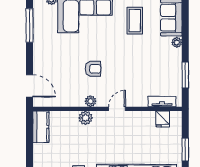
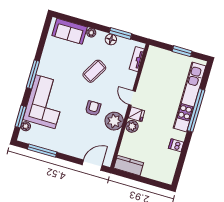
coffee table: (135, 21) -> (94, 71), moved, turned -60
floor lamp: (176, 66) -> (111, 39), added
plant: (91, 101) -> (114, 121), width x1.88, depth x1.88
fridge: (163, 119) -> (136, 114), moved

